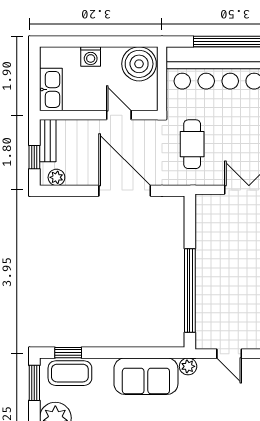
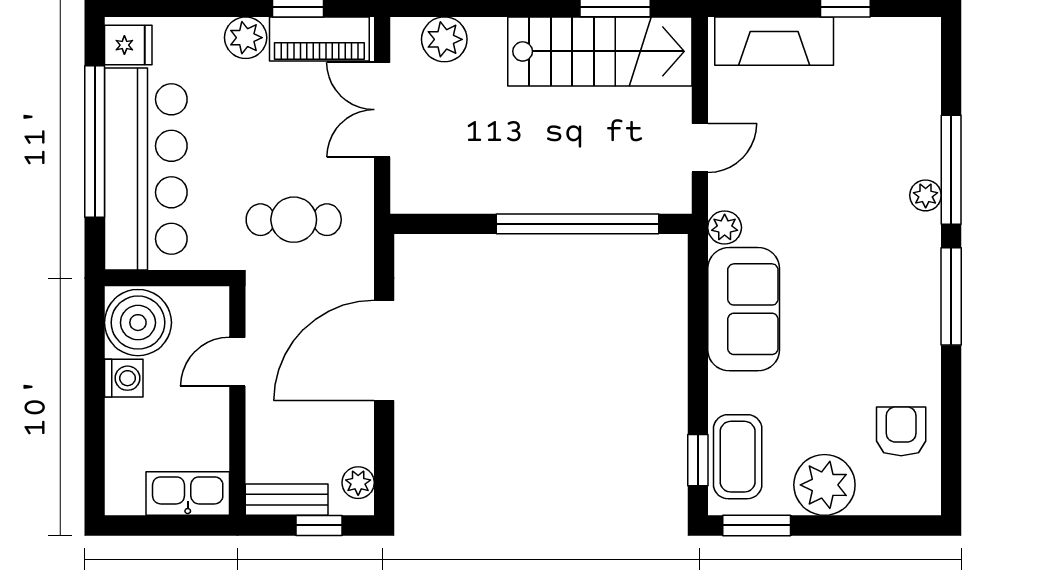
washing machine: (91, 57) -> (124, 378), moved

